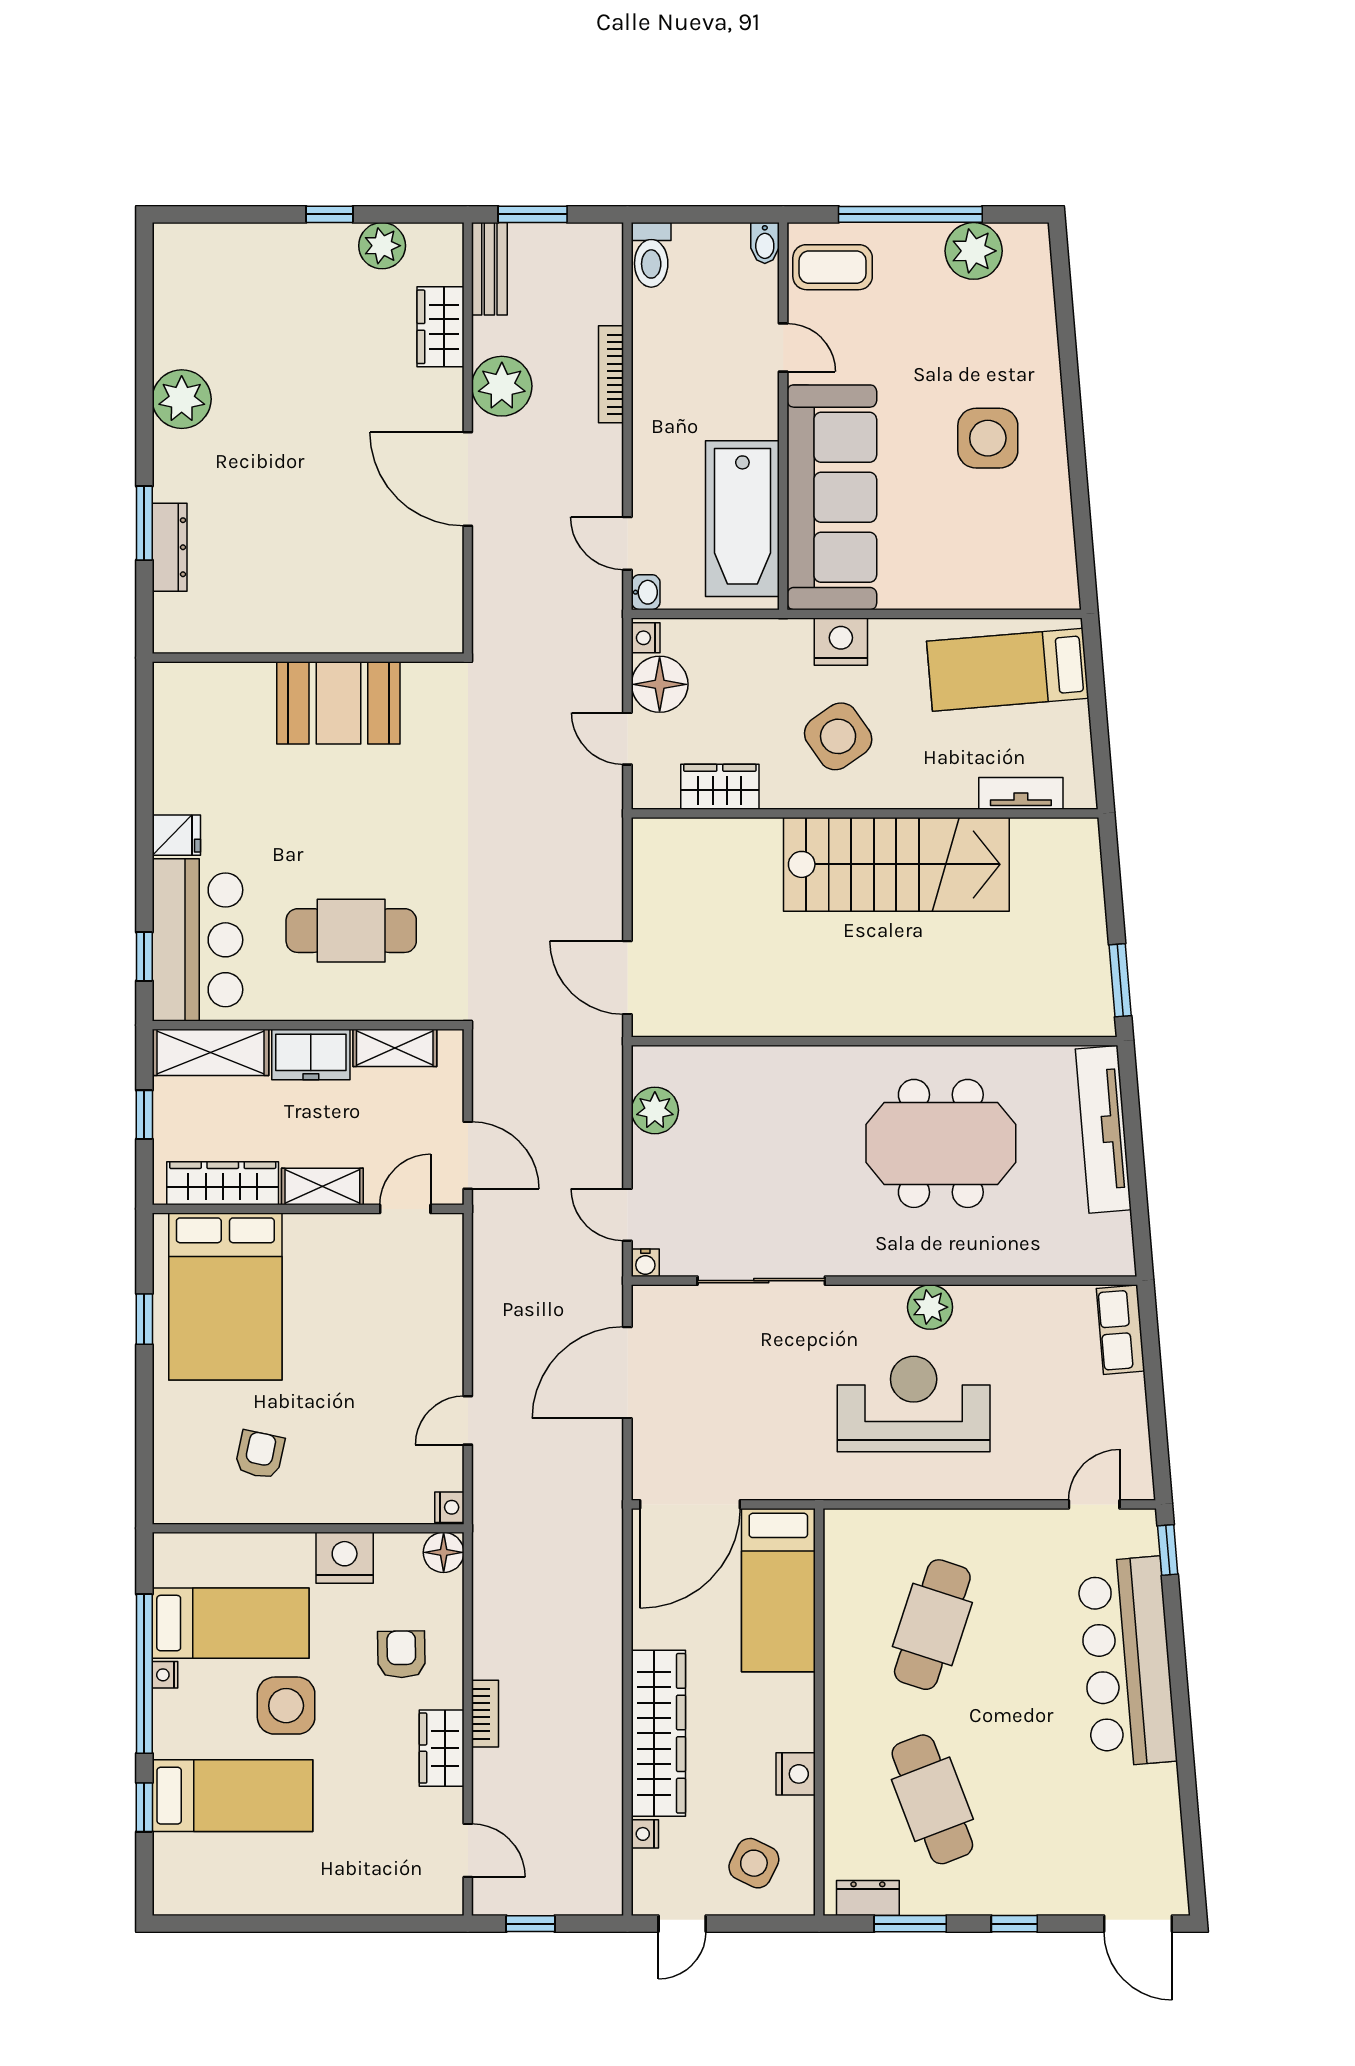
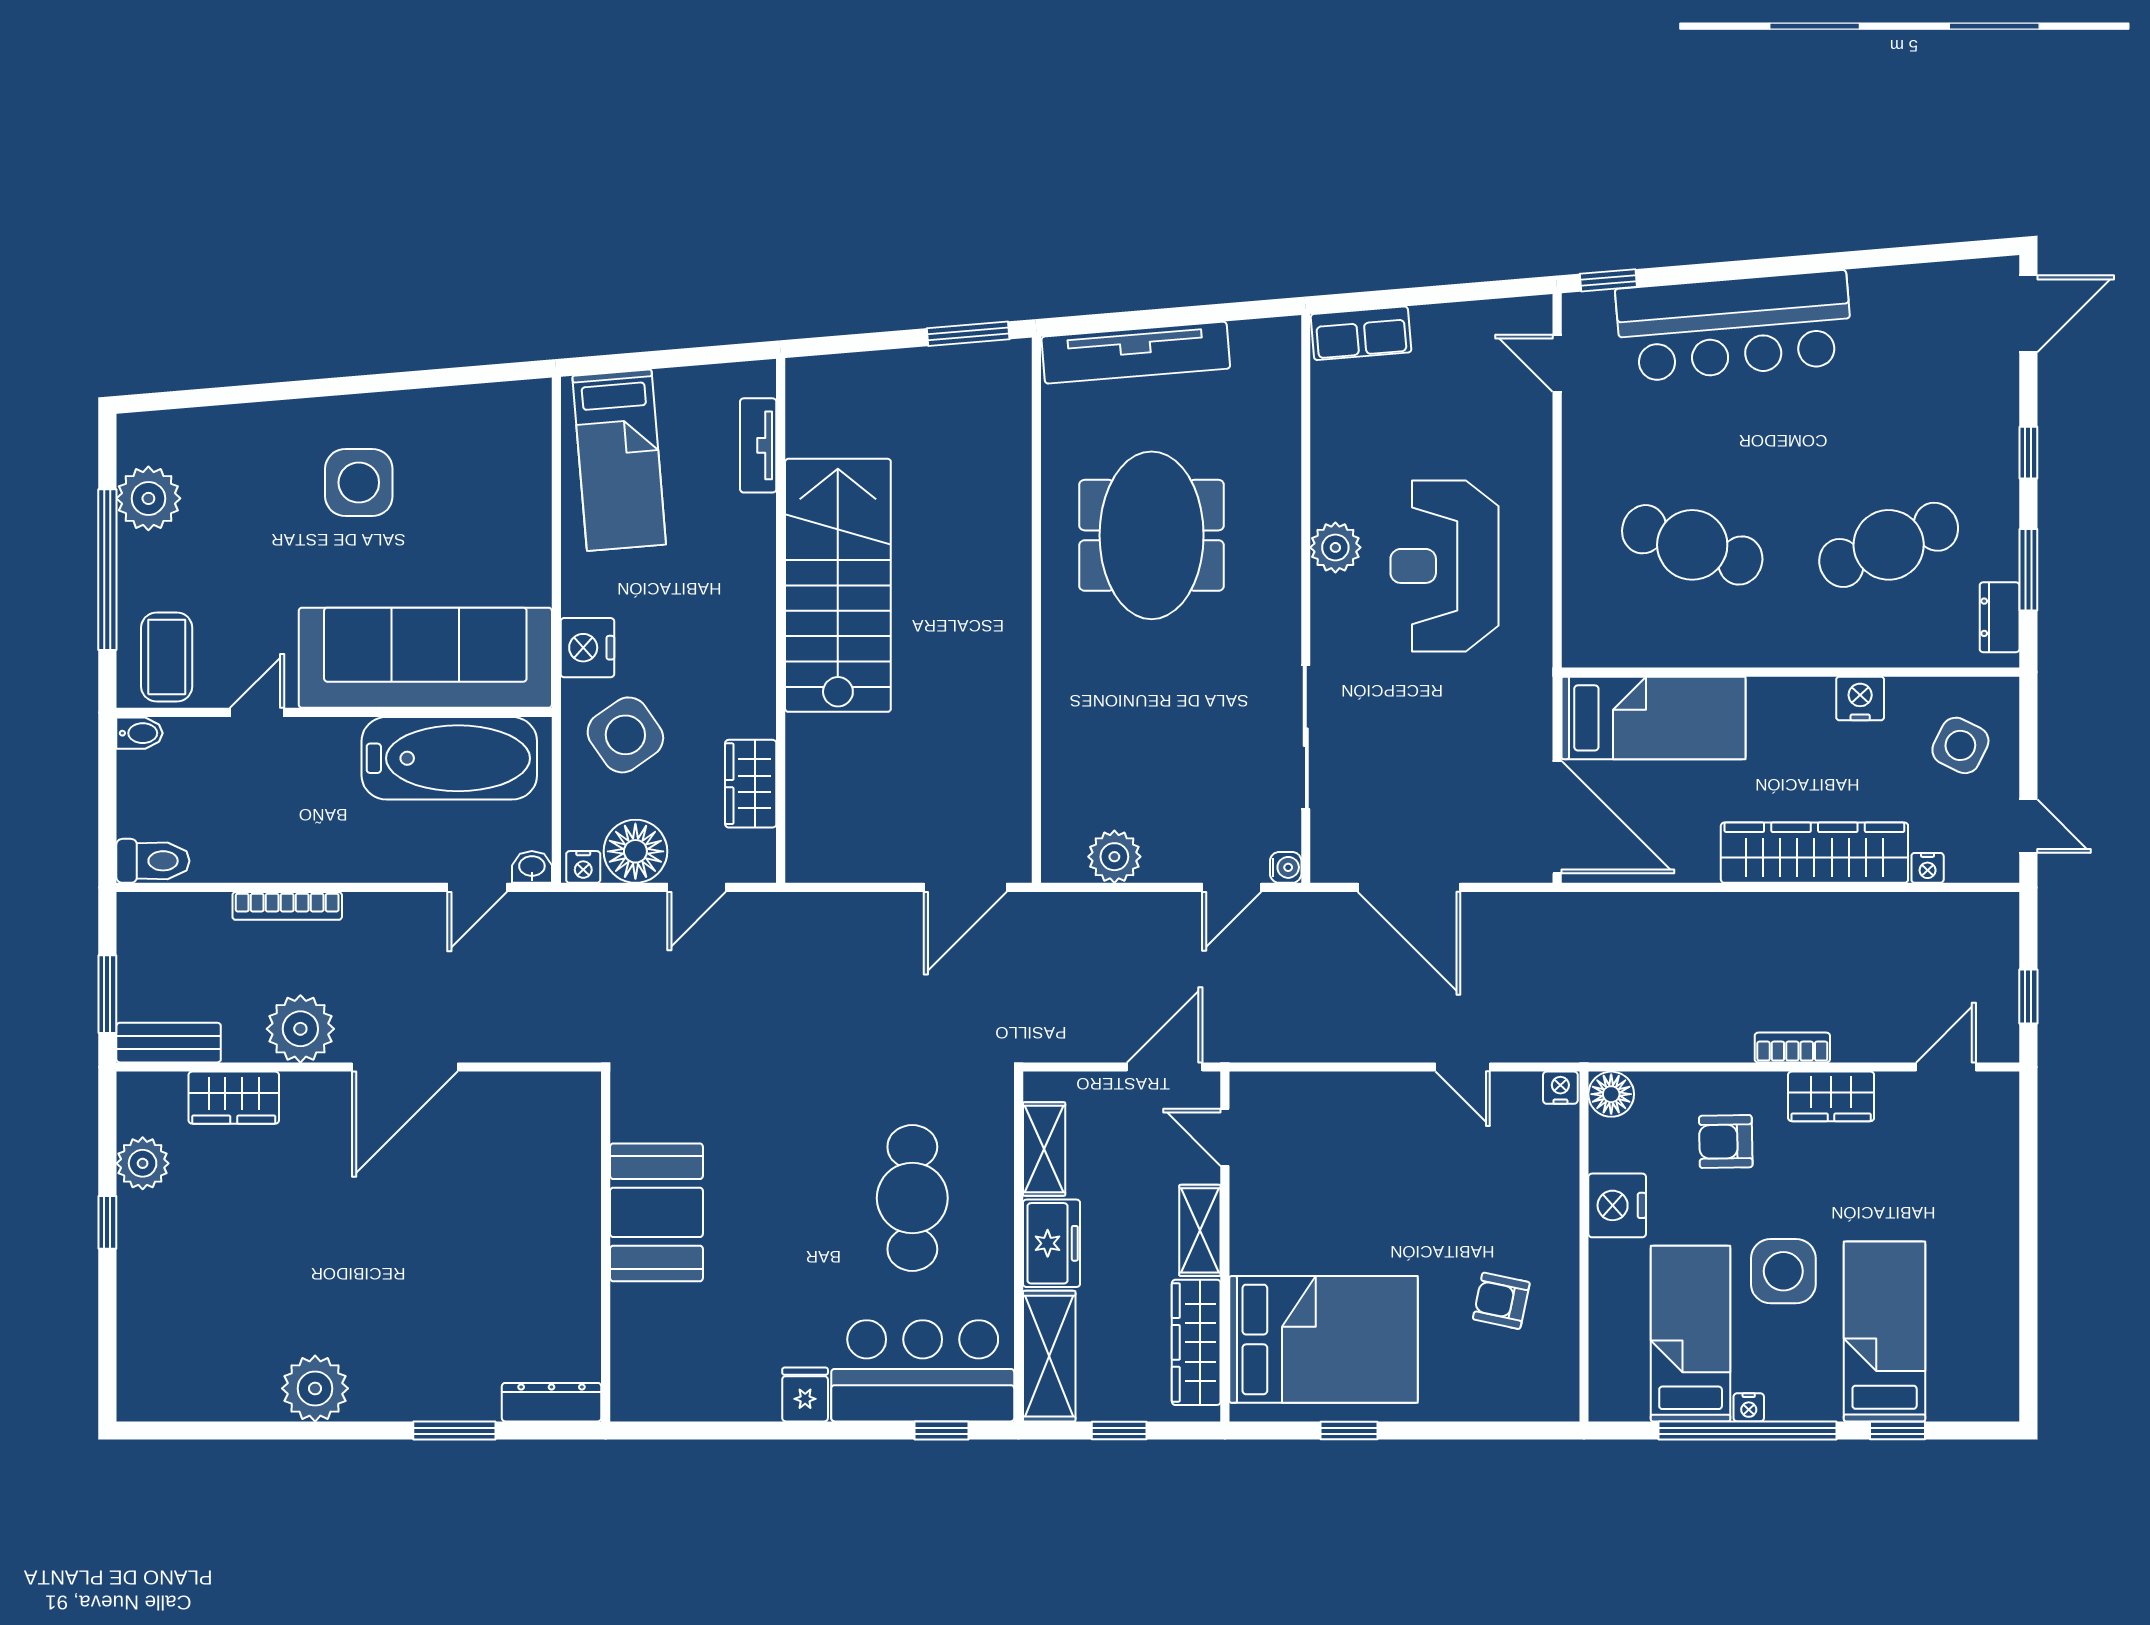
dresser: (170, 547) -> (552, 1402), moved
side table: (838, 736) -> (625, 735), moved

